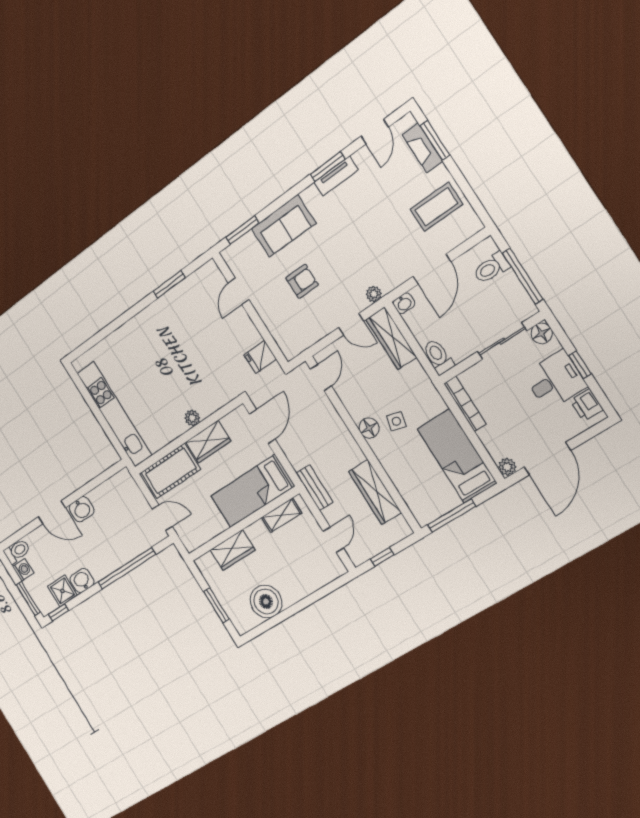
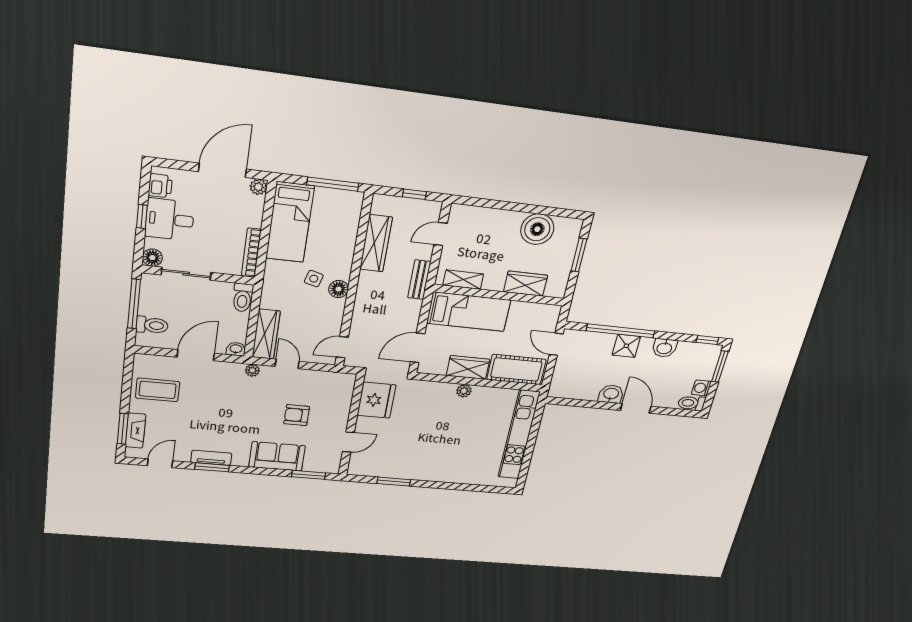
fridge: (260, 357) -> (376, 400), width x1.88, depth x1.34
shower: (62, 591) -> (626, 346), moved

